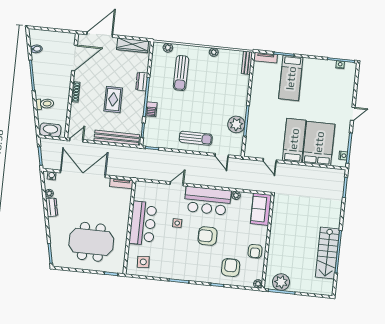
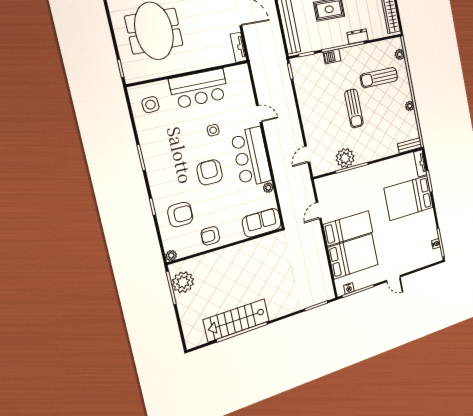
bed: (291, 78) -> (409, 198), width x1.50
sun lounger: (196, 138) -> (354, 108), moved

